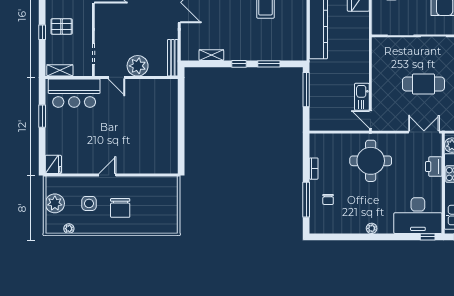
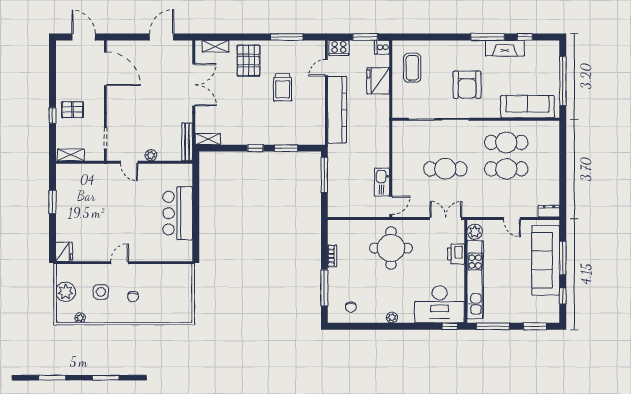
shelving: (211, 55) -> (208, 139), moved
plant: (138, 66) -> (151, 155), width x0.53, depth x0.53
bar counter: (74, 93) -> (178, 213), moved, turned 90
door: (370, 119) -> (391, 205), swing flipped
chair: (328, 199) -> (351, 307), moved
chair: (120, 208) -> (133, 297), width x0.54, depth x0.54

